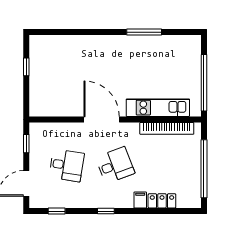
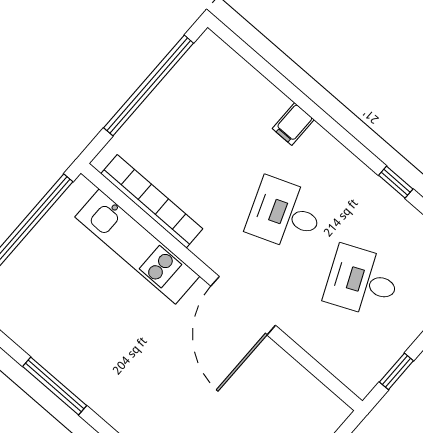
desk: (67, 165) -> (362, 281), turned -33
locker: (162, 201) -> (260, 92), removed
window: (106, 211) -> (396, 182), moved

